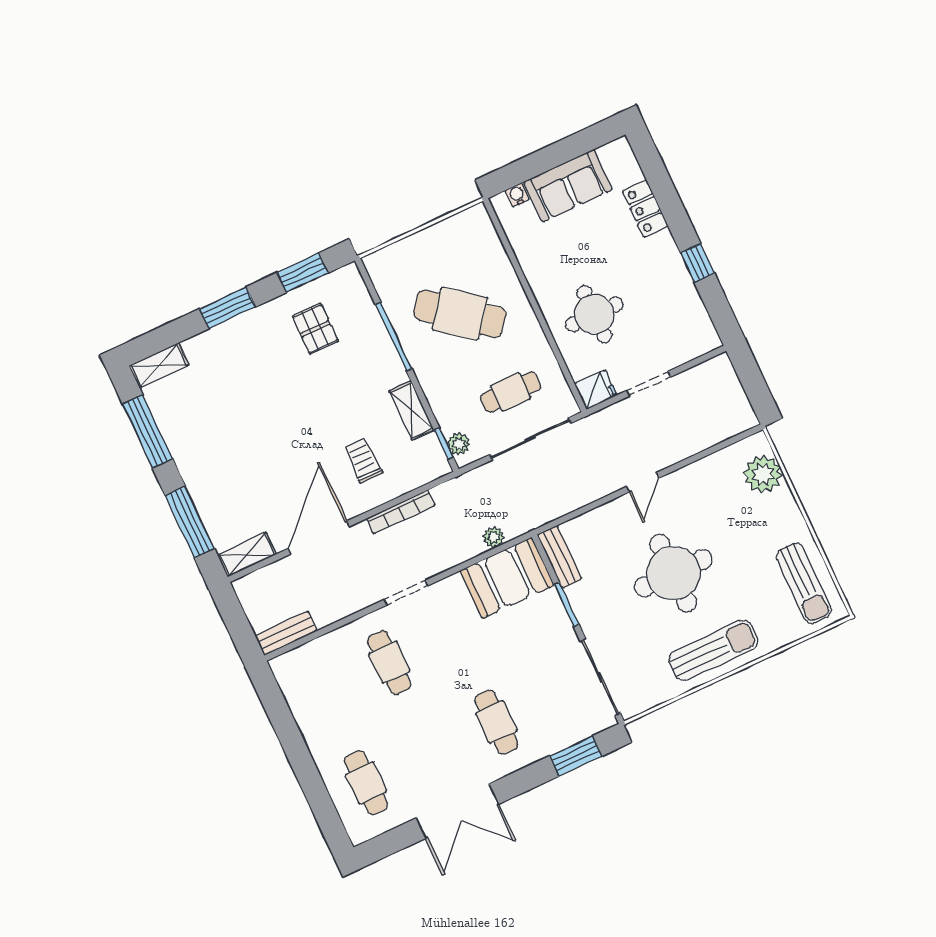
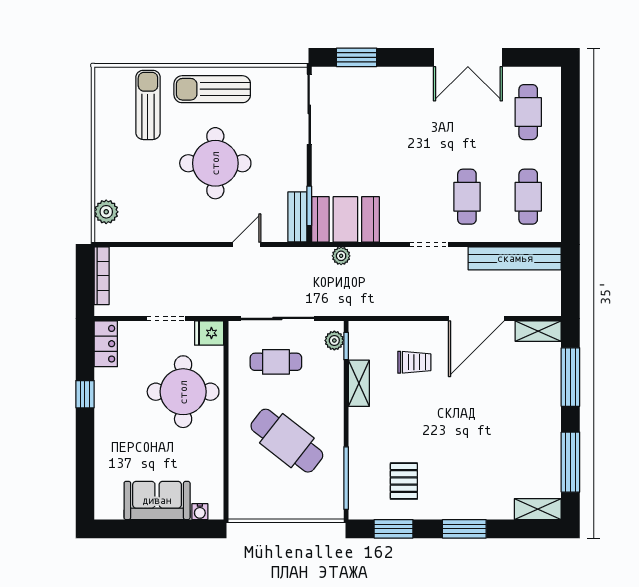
locker: (645, 209) -> (106, 344), moved
round table: (594, 314) -> (183, 392), width x1.36, depth x1.36
window: (394, 337) -> (346, 478), moved
trolley: (363, 460) -> (414, 362), turned -90
plant: (763, 474) -> (106, 212), width x0.73, depth x0.73
door: (643, 482) -> (247, 245), moved
bookcase: (401, 512) -> (102, 276), moved, turned 90
sun lounger: (804, 583) -> (148, 105), moved
window: (566, 604) -> (309, 206), moved
bench: (286, 633) -> (515, 258), width x1.86, depth x1.21
cafe table: (496, 722) -> (528, 197), moved
double door: (457, 811) -> (468, 57), swing flipped

